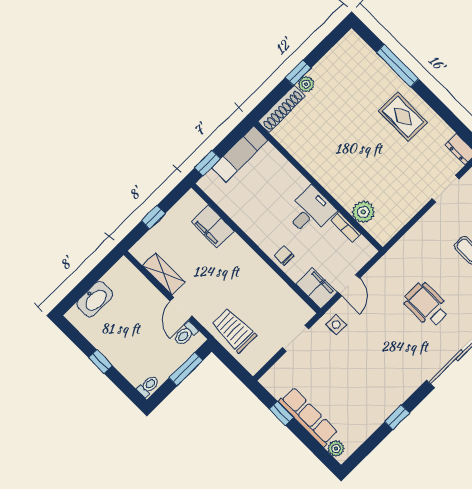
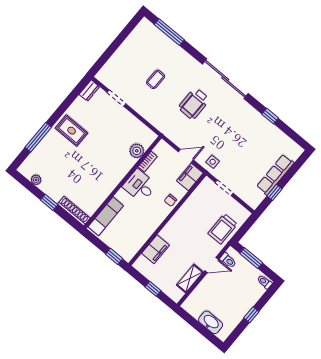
plant: (306, 84) -> (36, 180), moved
rug: (403, 117) -> (72, 131), turned 90
exam couch: (240, 154) -> (106, 216), moved, turned 90
plant: (336, 448) -> (294, 154), removed

